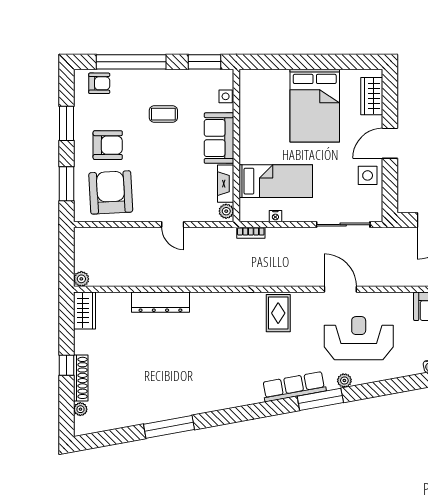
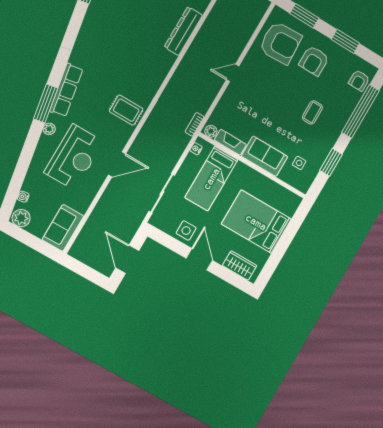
sofa: (219, 138) -> (265, 156), moved
wall: (236, 145) -> (252, 165), moved
bed: (276, 181) -> (211, 179), moved
fireplace: (226, 184) -> (230, 142), moved
plant: (226, 211) -> (211, 131), moved

